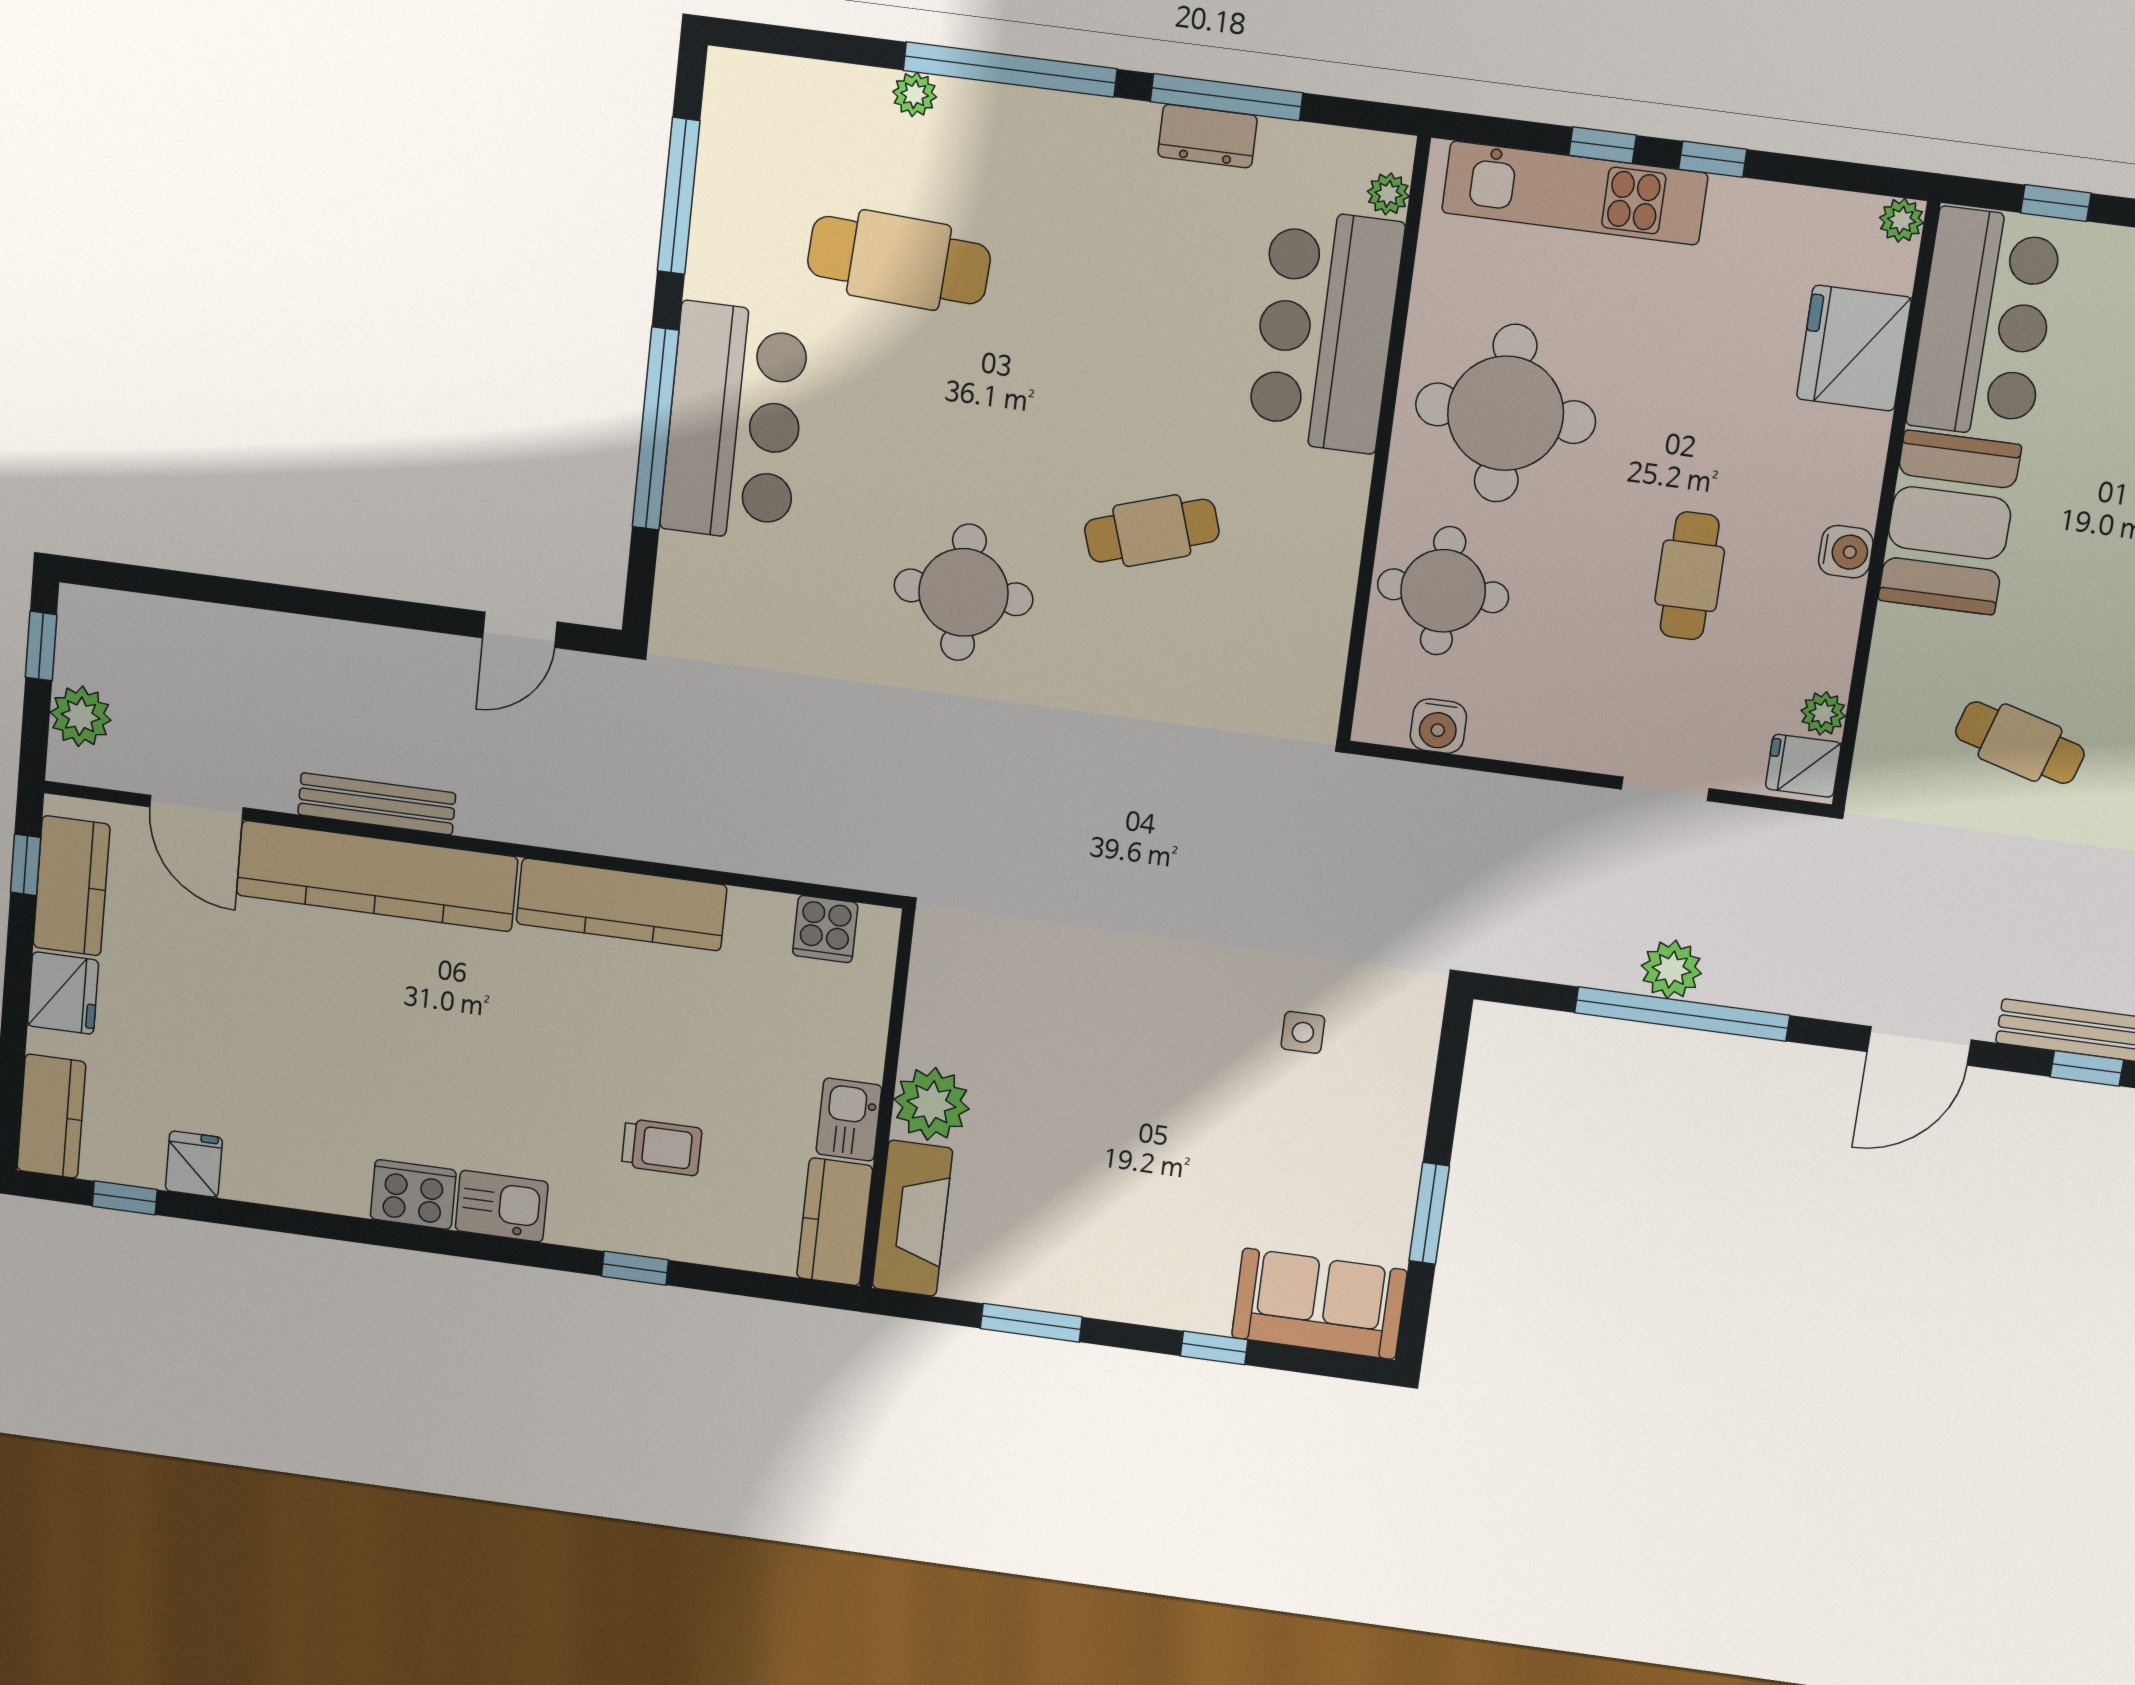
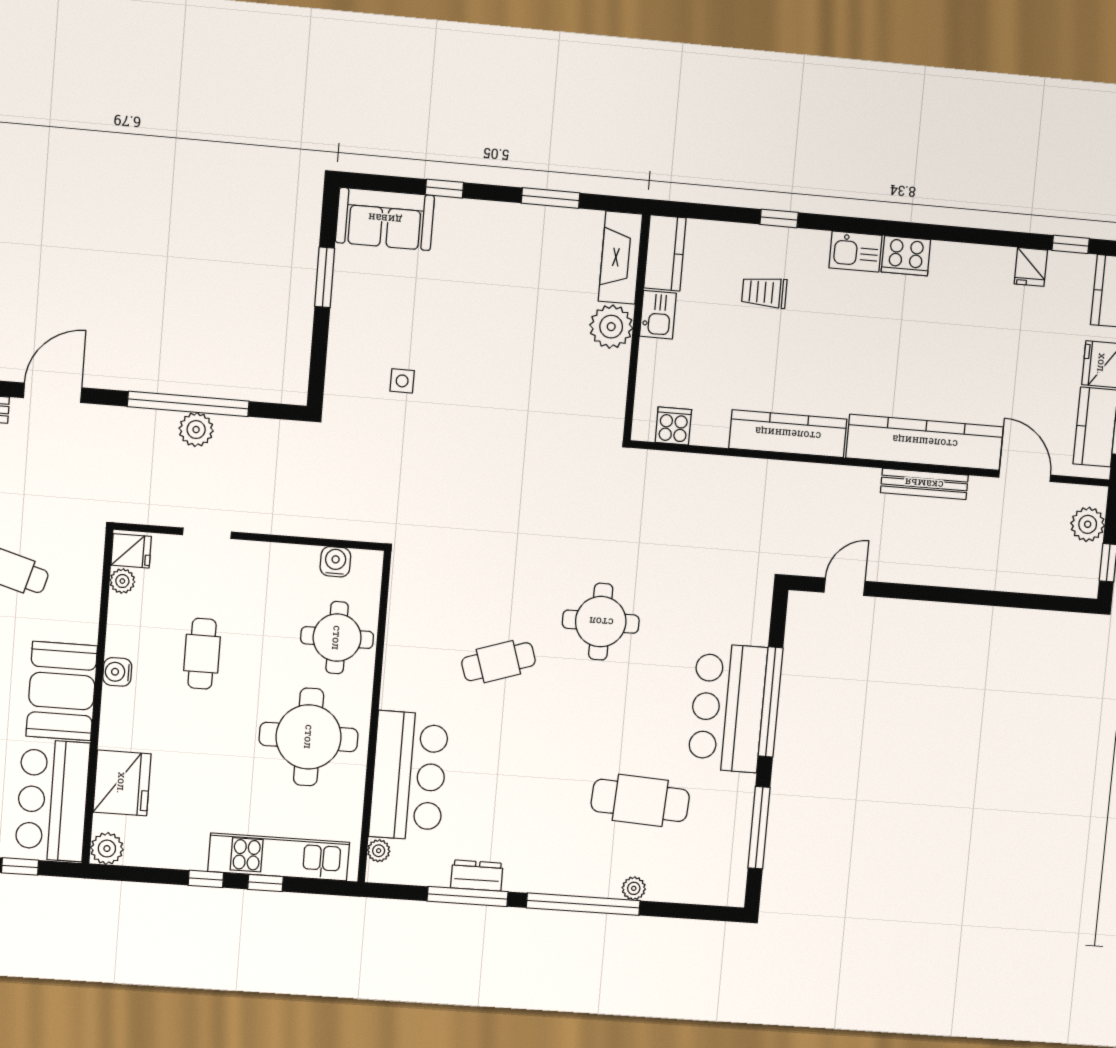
plant: (1901, 220) -> (107, 849), width x1.38, depth x1.38

